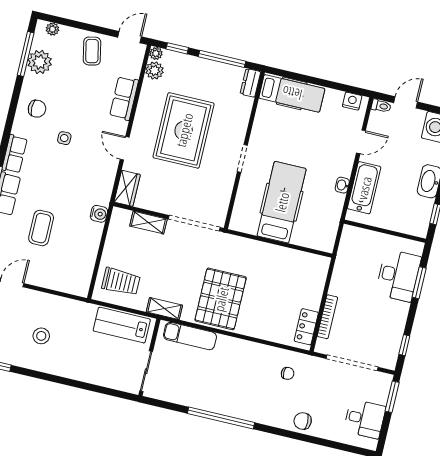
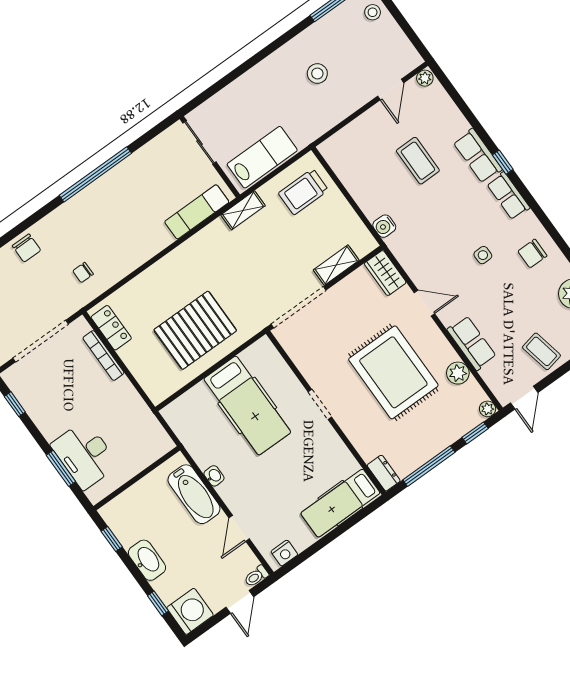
plant: (155, 70) -> (458, 373), moved
pallet: (221, 299) -> (195, 330), moved, turned 90
chair: (303, 421) -> (26, 248), turned 90

